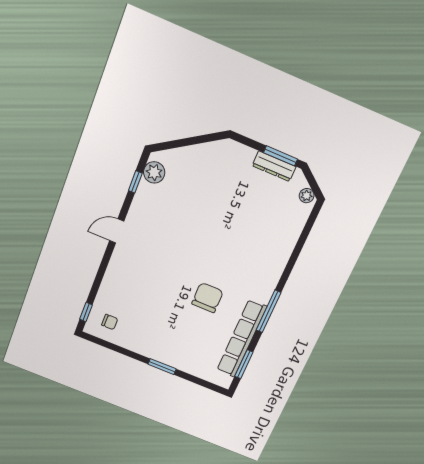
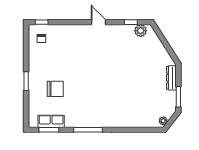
dresser: (274, 166) -> (171, 78), moved
chair: (207, 298) -> (55, 89), moved
row of seats: (242, 339) -> (51, 121), width x0.50

